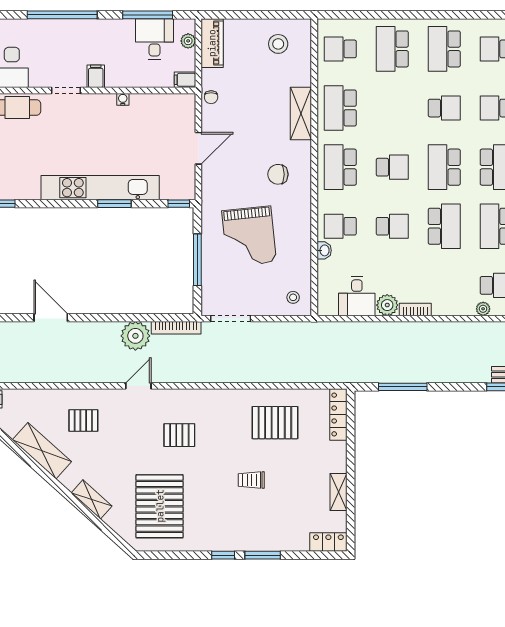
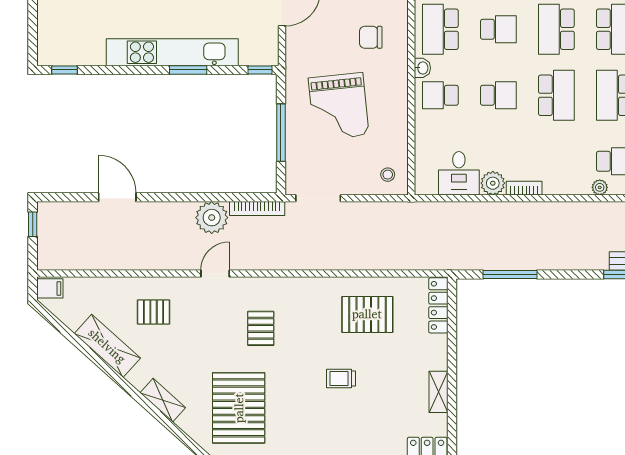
washbasin: (324, 250) -> (422, 68), moved
pallet: (179, 435) -> (261, 328), turned 90

